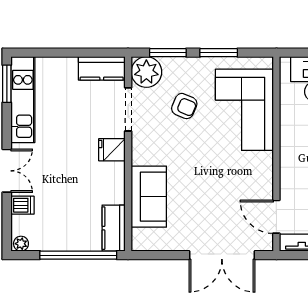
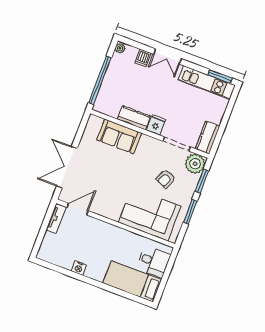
kitchen counter: (114, 228) -> (134, 118), moved

